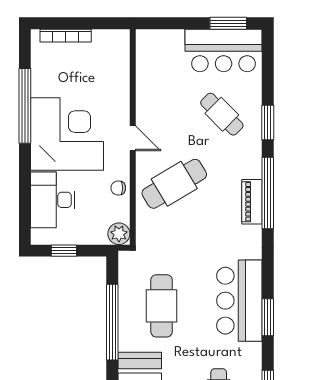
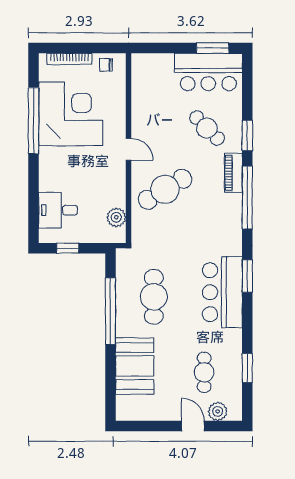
corner desk: (67, 134) -> (71, 114), moved
chair: (118, 188) -> (106, 65), moved
desk: (53, 200) -> (58, 210), width x0.73
piano: (252, 202) -> (233, 173), moved
plant: (119, 234) -> (116, 217), moved
window: (268, 317) -> (247, 276), moved

